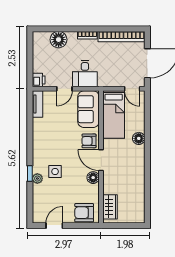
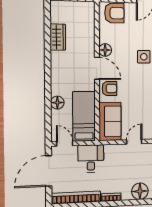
desk: (85, 74) -> (91, 159), moved
floor lamp: (139, 138) -> (57, 103), moved
wardrobe: (110, 207) -> (58, 37), moved, turned 180

